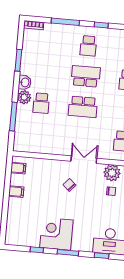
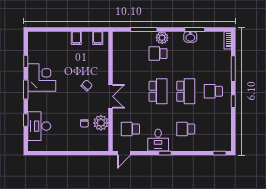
washbasin: (25, 82) -> (190, 37), moved
school desk: (83, 107) -> (158, 91), turned 180

